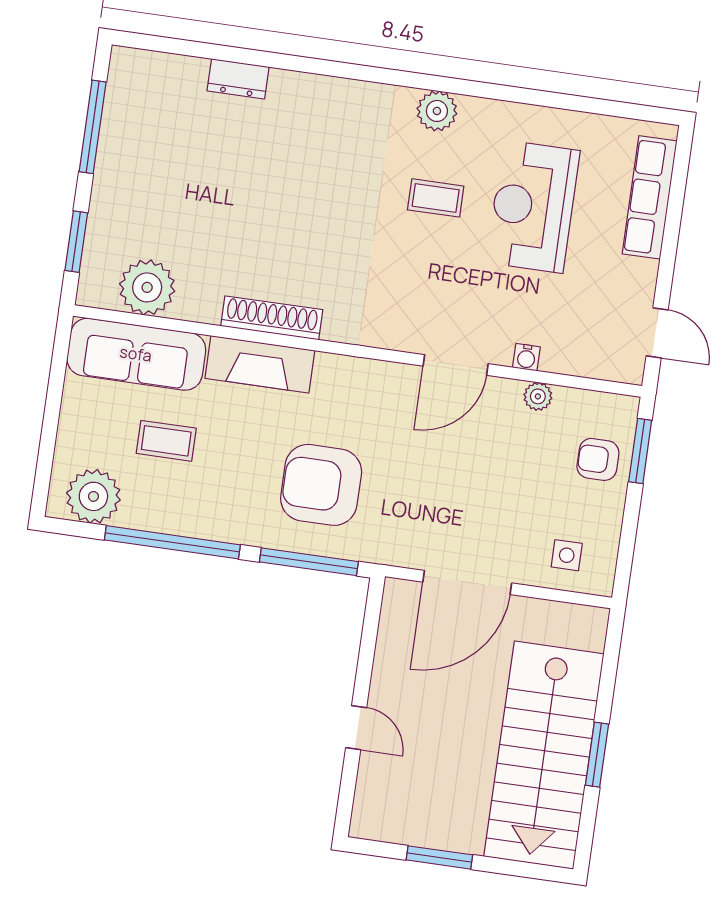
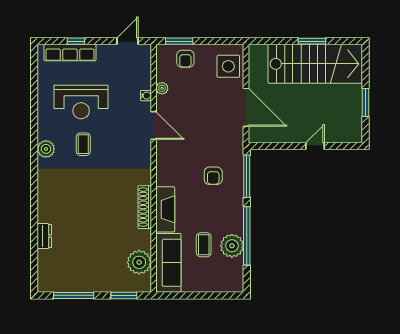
window: (674, 215) -> (76, 41), added
armchair: (321, 485) -> (213, 176), width x0.53, depth x0.53
plant: (93, 496) -> (232, 246), moved
side table: (567, 555) -> (228, 66), width x1.87, depth x1.87

